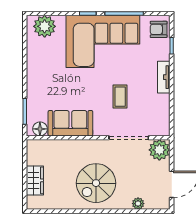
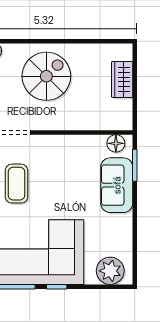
coffee table: (120, 97) -> (17, 184), width x1.36, depth x1.30
sofa: (70, 123) -> (117, 185), moved, turned 90

